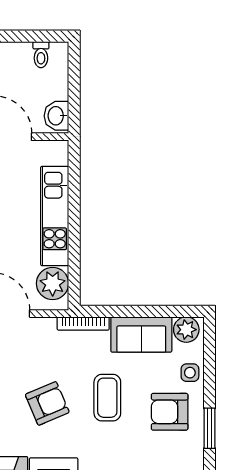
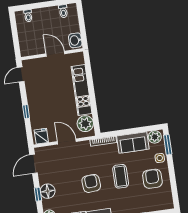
armchair: (47, 403) -> (91, 183), turned -71
armchair: (170, 412) -> (152, 179), turned 90
window: (210, 428) -> (168, 145), moved

